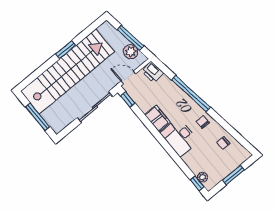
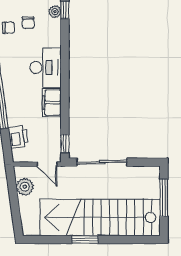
window: (131, 38) -> (14, 200), removed
printer: (153, 72) -> (18, 137), moved
chair: (203, 122) -> (28, 23), moved

